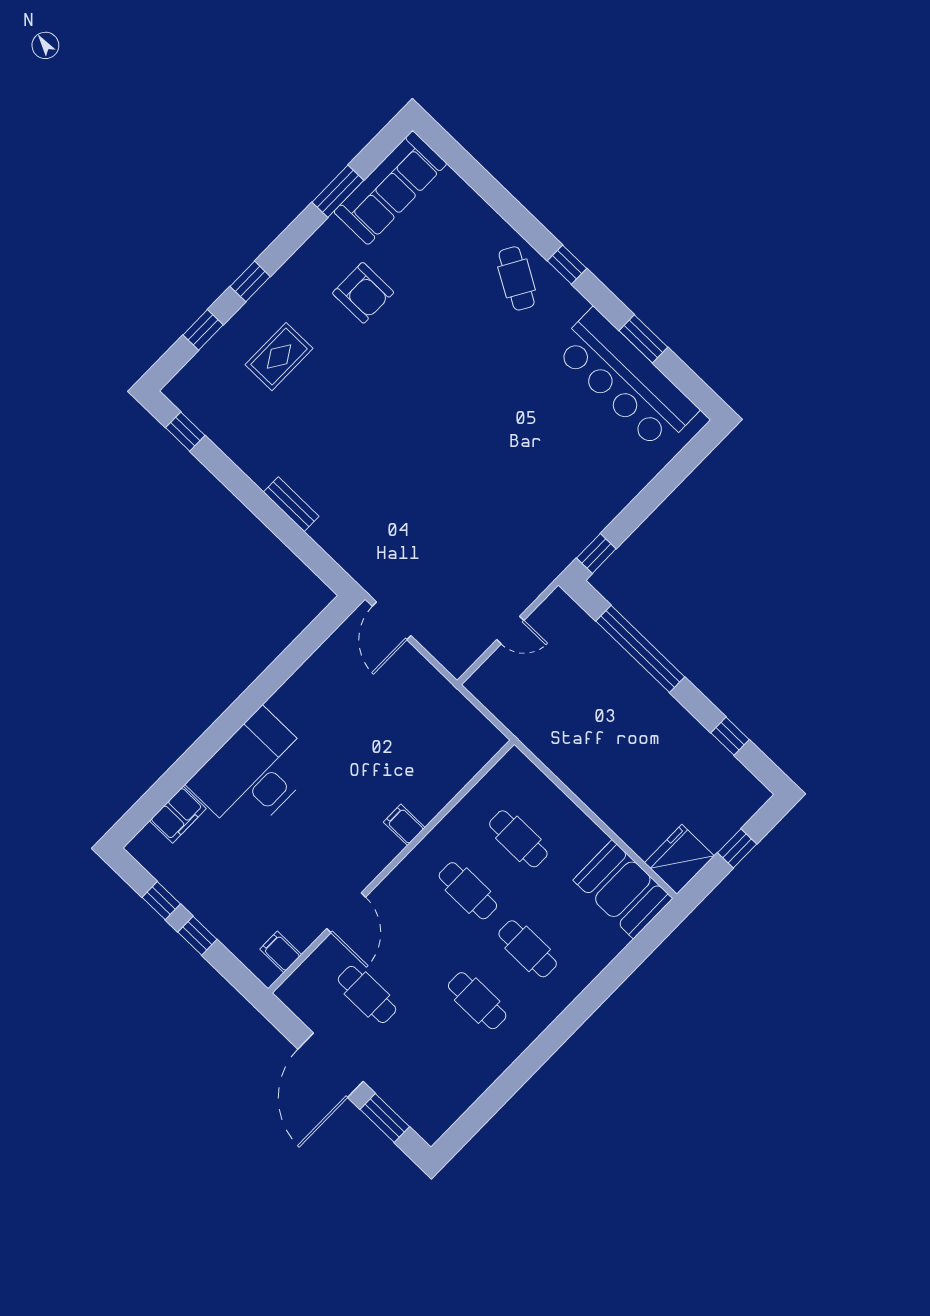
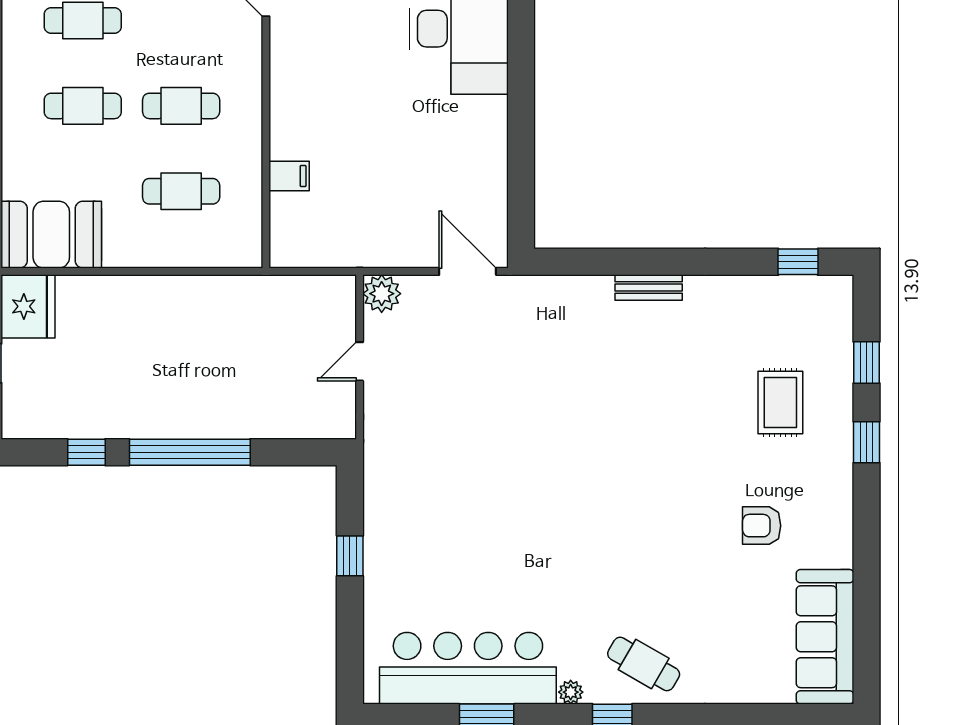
window: (338, 191) -> (867, 591), removed
armchair: (363, 293) -> (762, 526), width x0.72, depth x0.72
plant: (578, 304) -> (571, 692), added
window: (596, 553) -> (350, 556), moved
window: (640, 649) -> (190, 452), moved
plant: (457, 658) -> (382, 294), added
filing cabinet: (404, 825) -> (289, 176), moved

